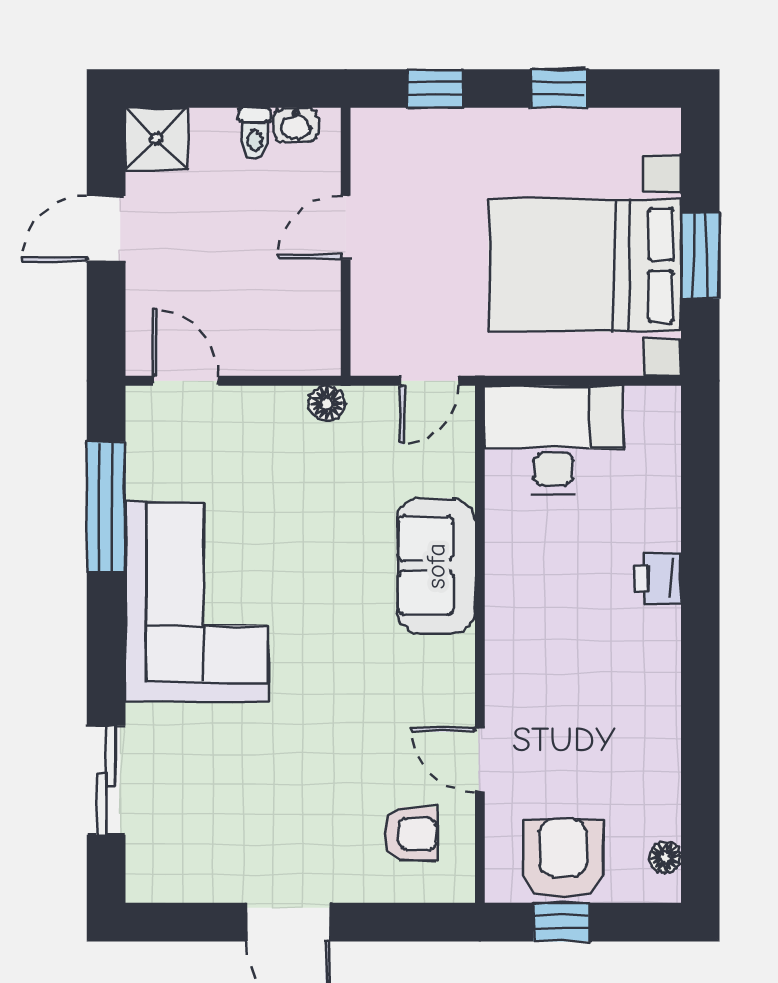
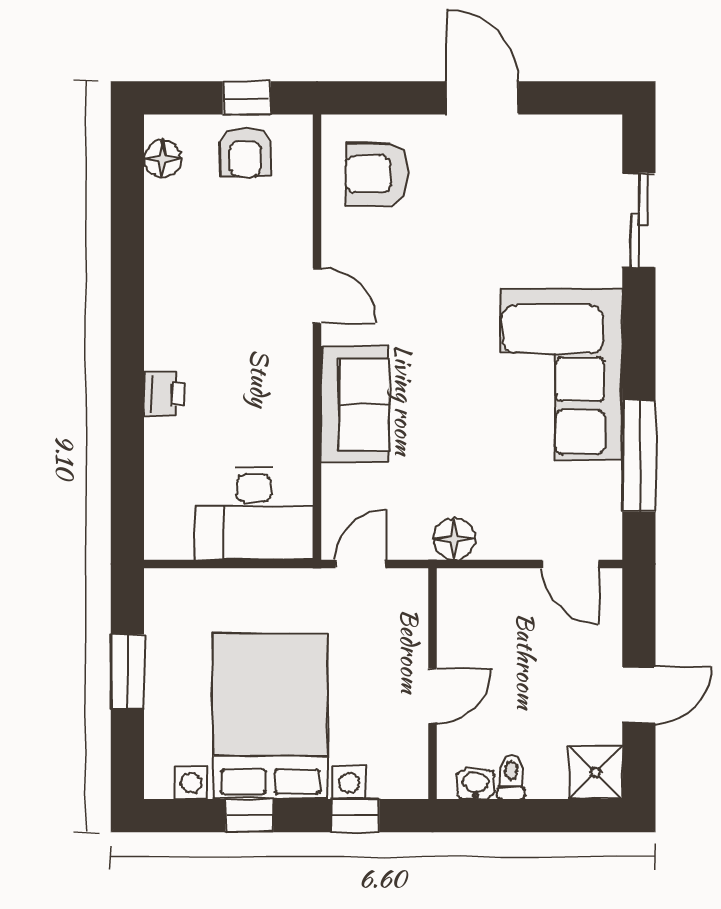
bed with nightstands: (585, 265) -> (270, 716), moved, turned -90
floor lamp: (327, 403) -> (454, 539), width x1.37, depth x1.37
door: (480, 760) -> (317, 296), moved
armchair: (410, 834) -> (377, 174), width x1.38, depth x1.38
floor lamp: (665, 857) -> (162, 159), width x1.37, depth x1.37
armchair: (563, 859) -> (245, 152), width x0.72, depth x0.72

